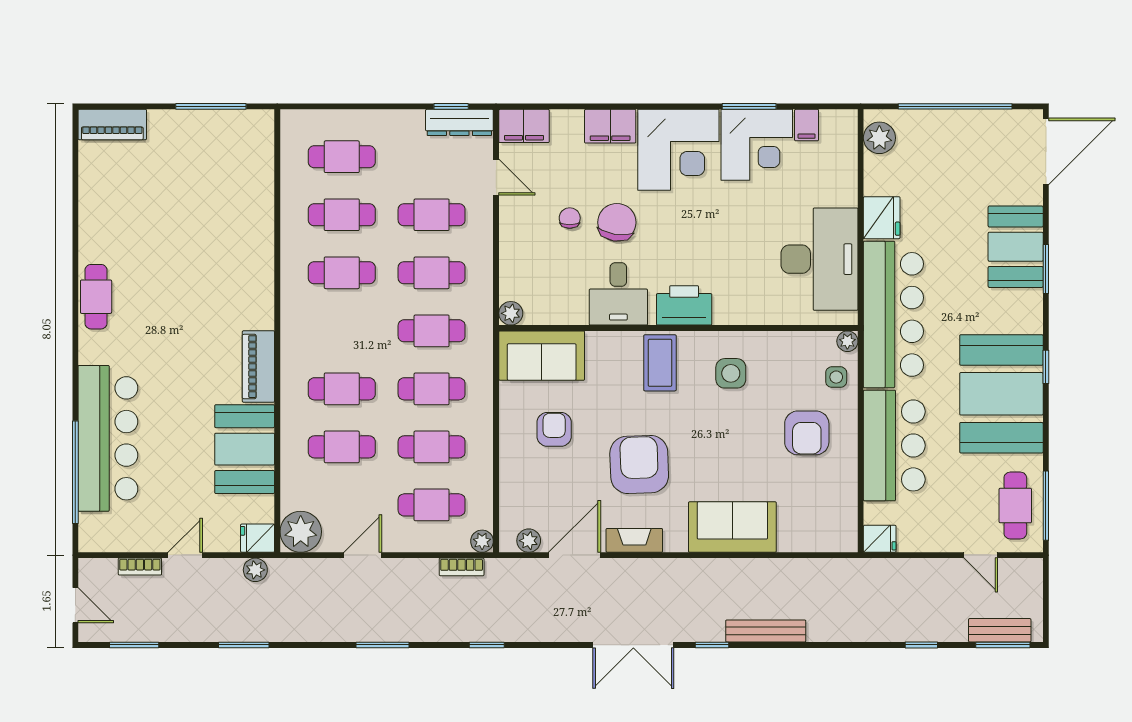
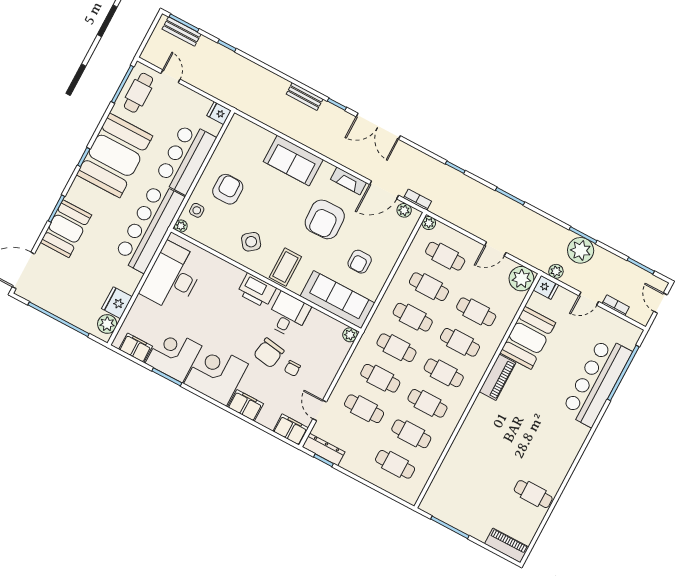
filing cabinet: (807, 125) -> (136, 348), width x2.00
fridge: (882, 218) -> (117, 303), moved
cafe table: (96, 297) -> (533, 494), moved, turned 90
cafe table: (342, 331) -> (444, 373), added
sofa: (542, 356) -> (337, 300), width x1.36
side table: (731, 373) -> (251, 242), turned -38
bookcase: (462, 567) -> (417, 200), moved
plant: (235, 620) -> (581, 250), added
bench: (766, 631) -> (305, 97), width x0.73
double door: (633, 645) -> (378, 126), swing flipped

